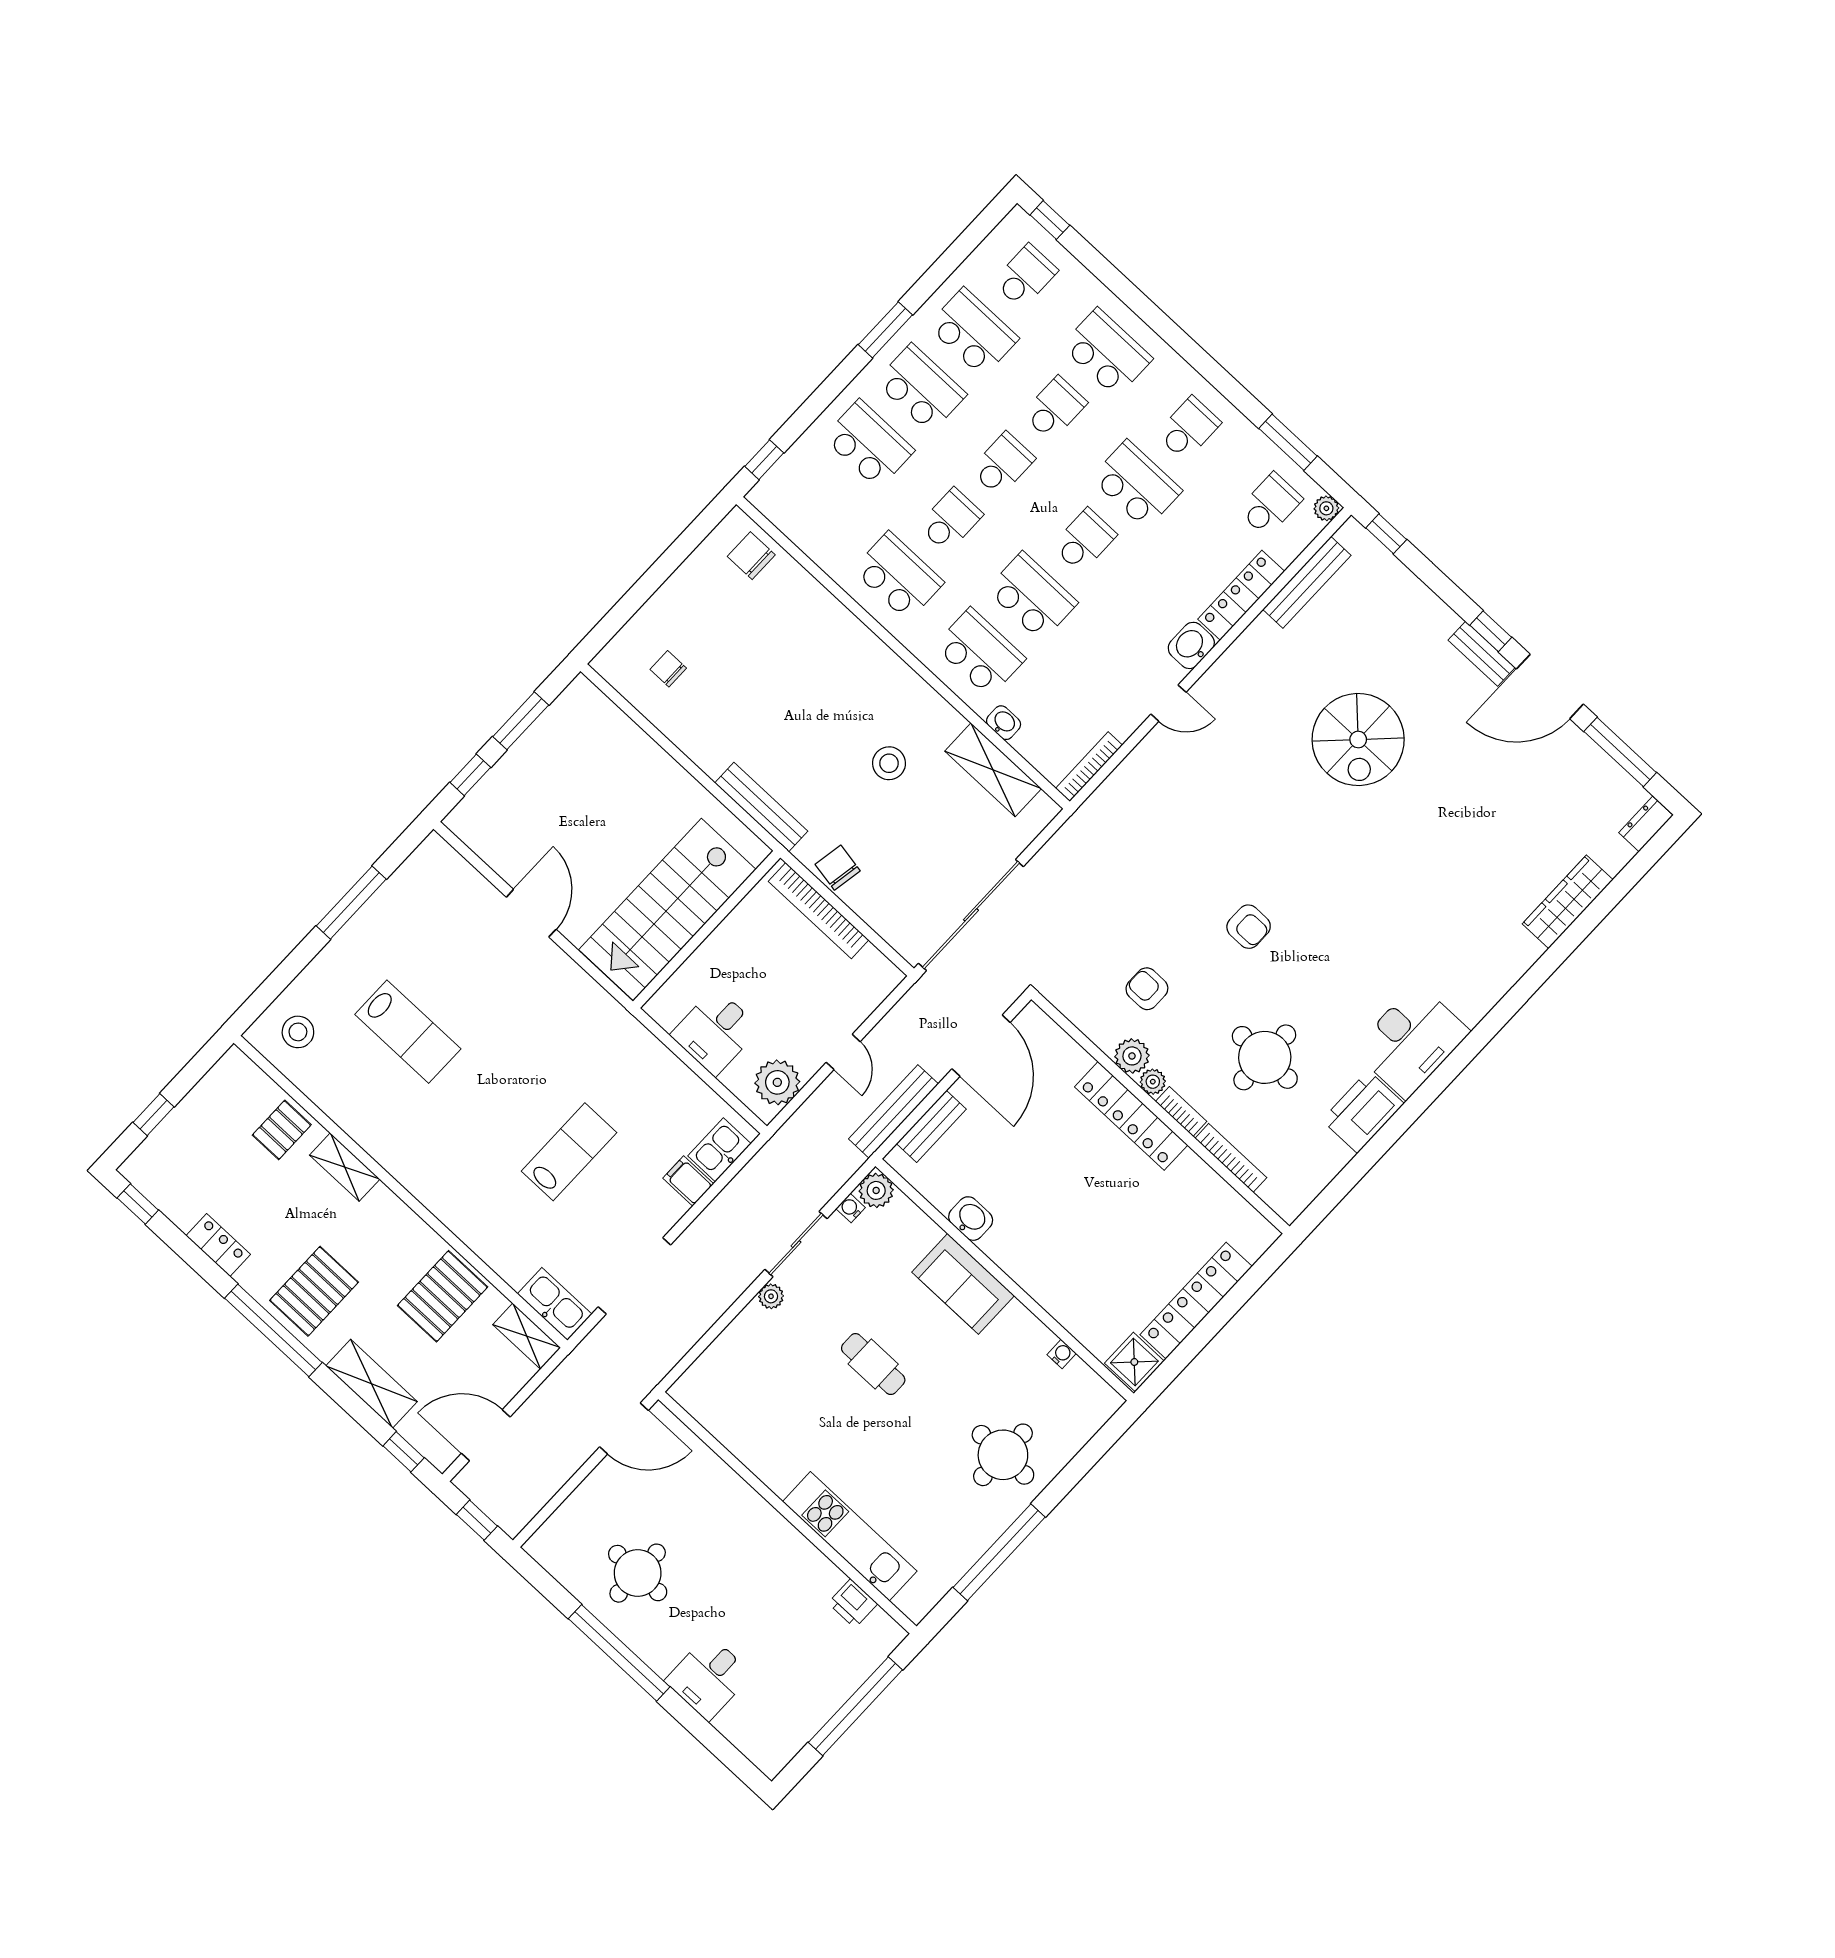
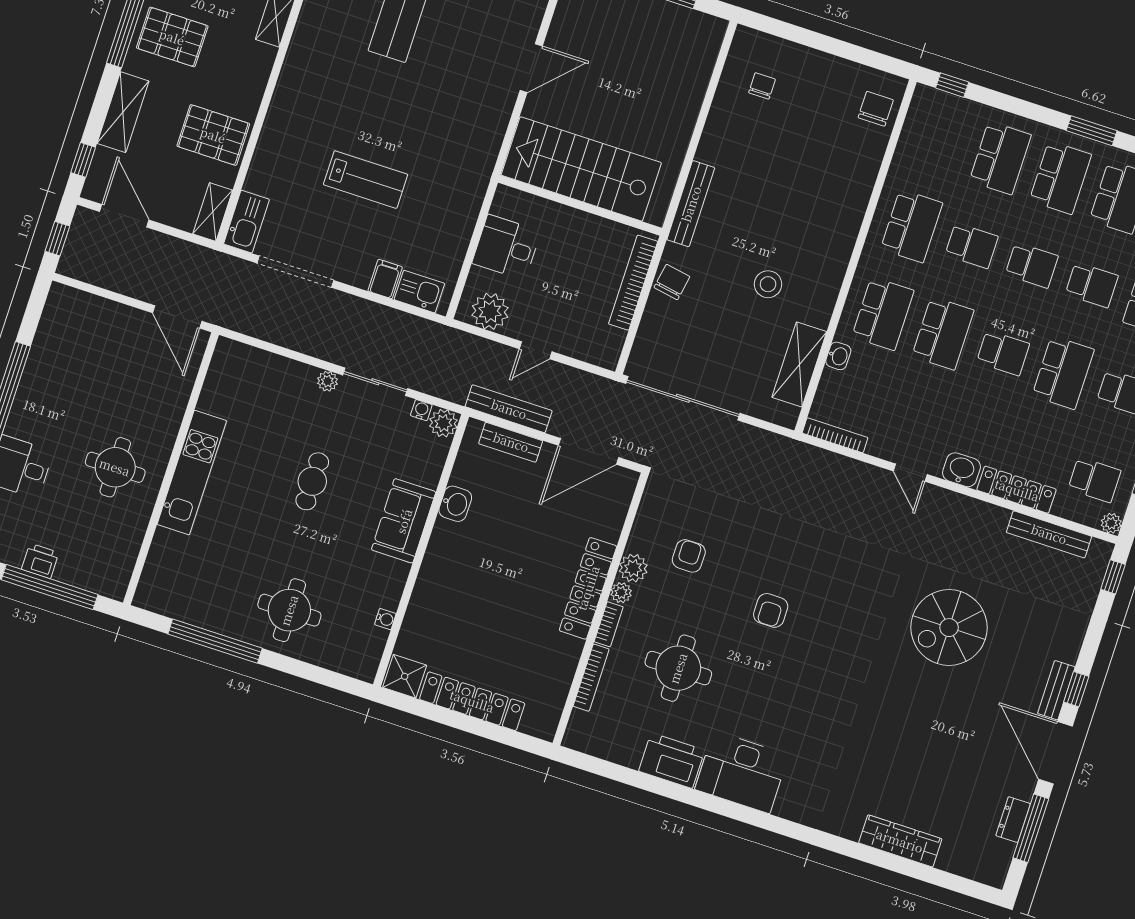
dresser: (1646, 824) -> (1013, 820), moved, turned -90
kitchen unit: (850, 1536) -> (192, 473), moved
round table: (638, 1573) -> (115, 467), moved
printer: (853, 1603) -> (40, 561), moved, turned 90

